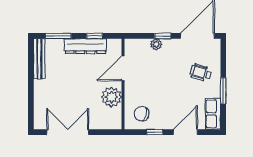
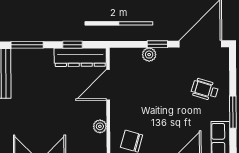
dresser: (85, 46) -> (80, 57), moved
plant: (112, 97) -> (100, 126), width x0.53, depth x0.53

